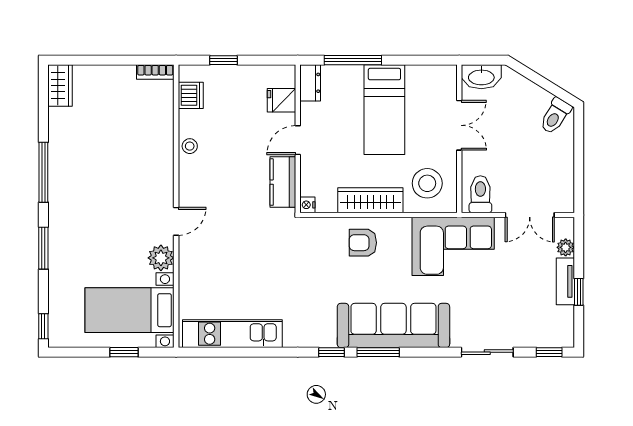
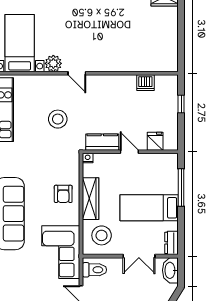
bookcase: (155, 72) -> (173, 60), removed
dresser: (310, 83) -> (172, 243), moved, turned 90
dishwasher: (191, 95) -> (145, 83), moved
stool: (190, 146) -> (58, 119), moved, width x1.89, depth x1.89
armchair: (363, 243) -> (63, 194), turned 180

